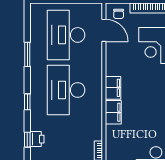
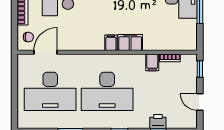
filing cabinet: (113, 88) -> (111, 43), width x0.50
filing cabinet: (94, 134) -> (152, 62), added

